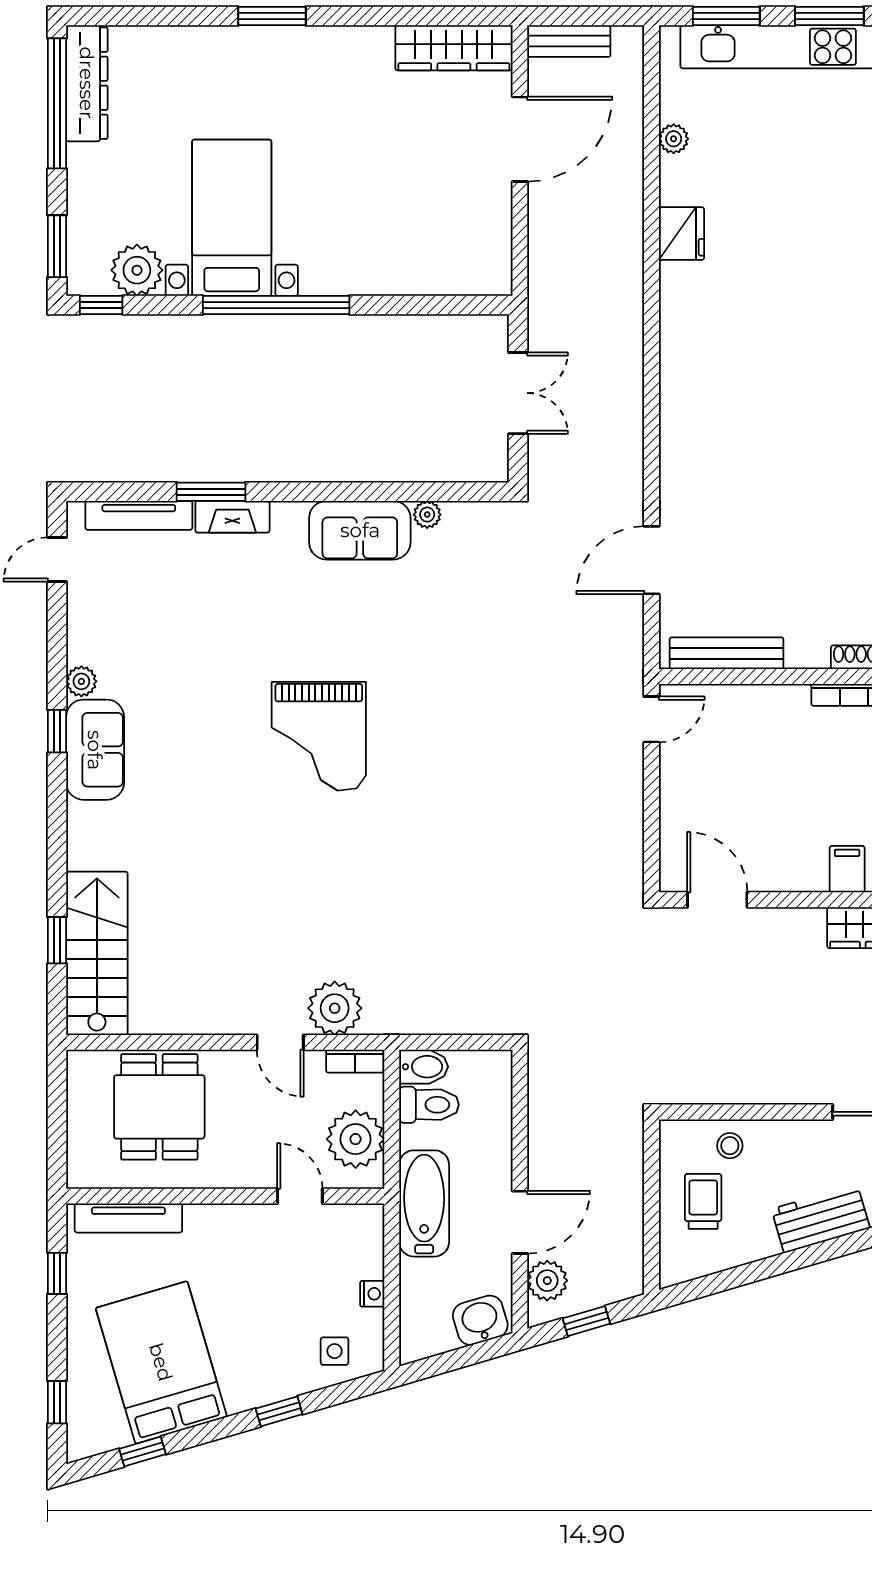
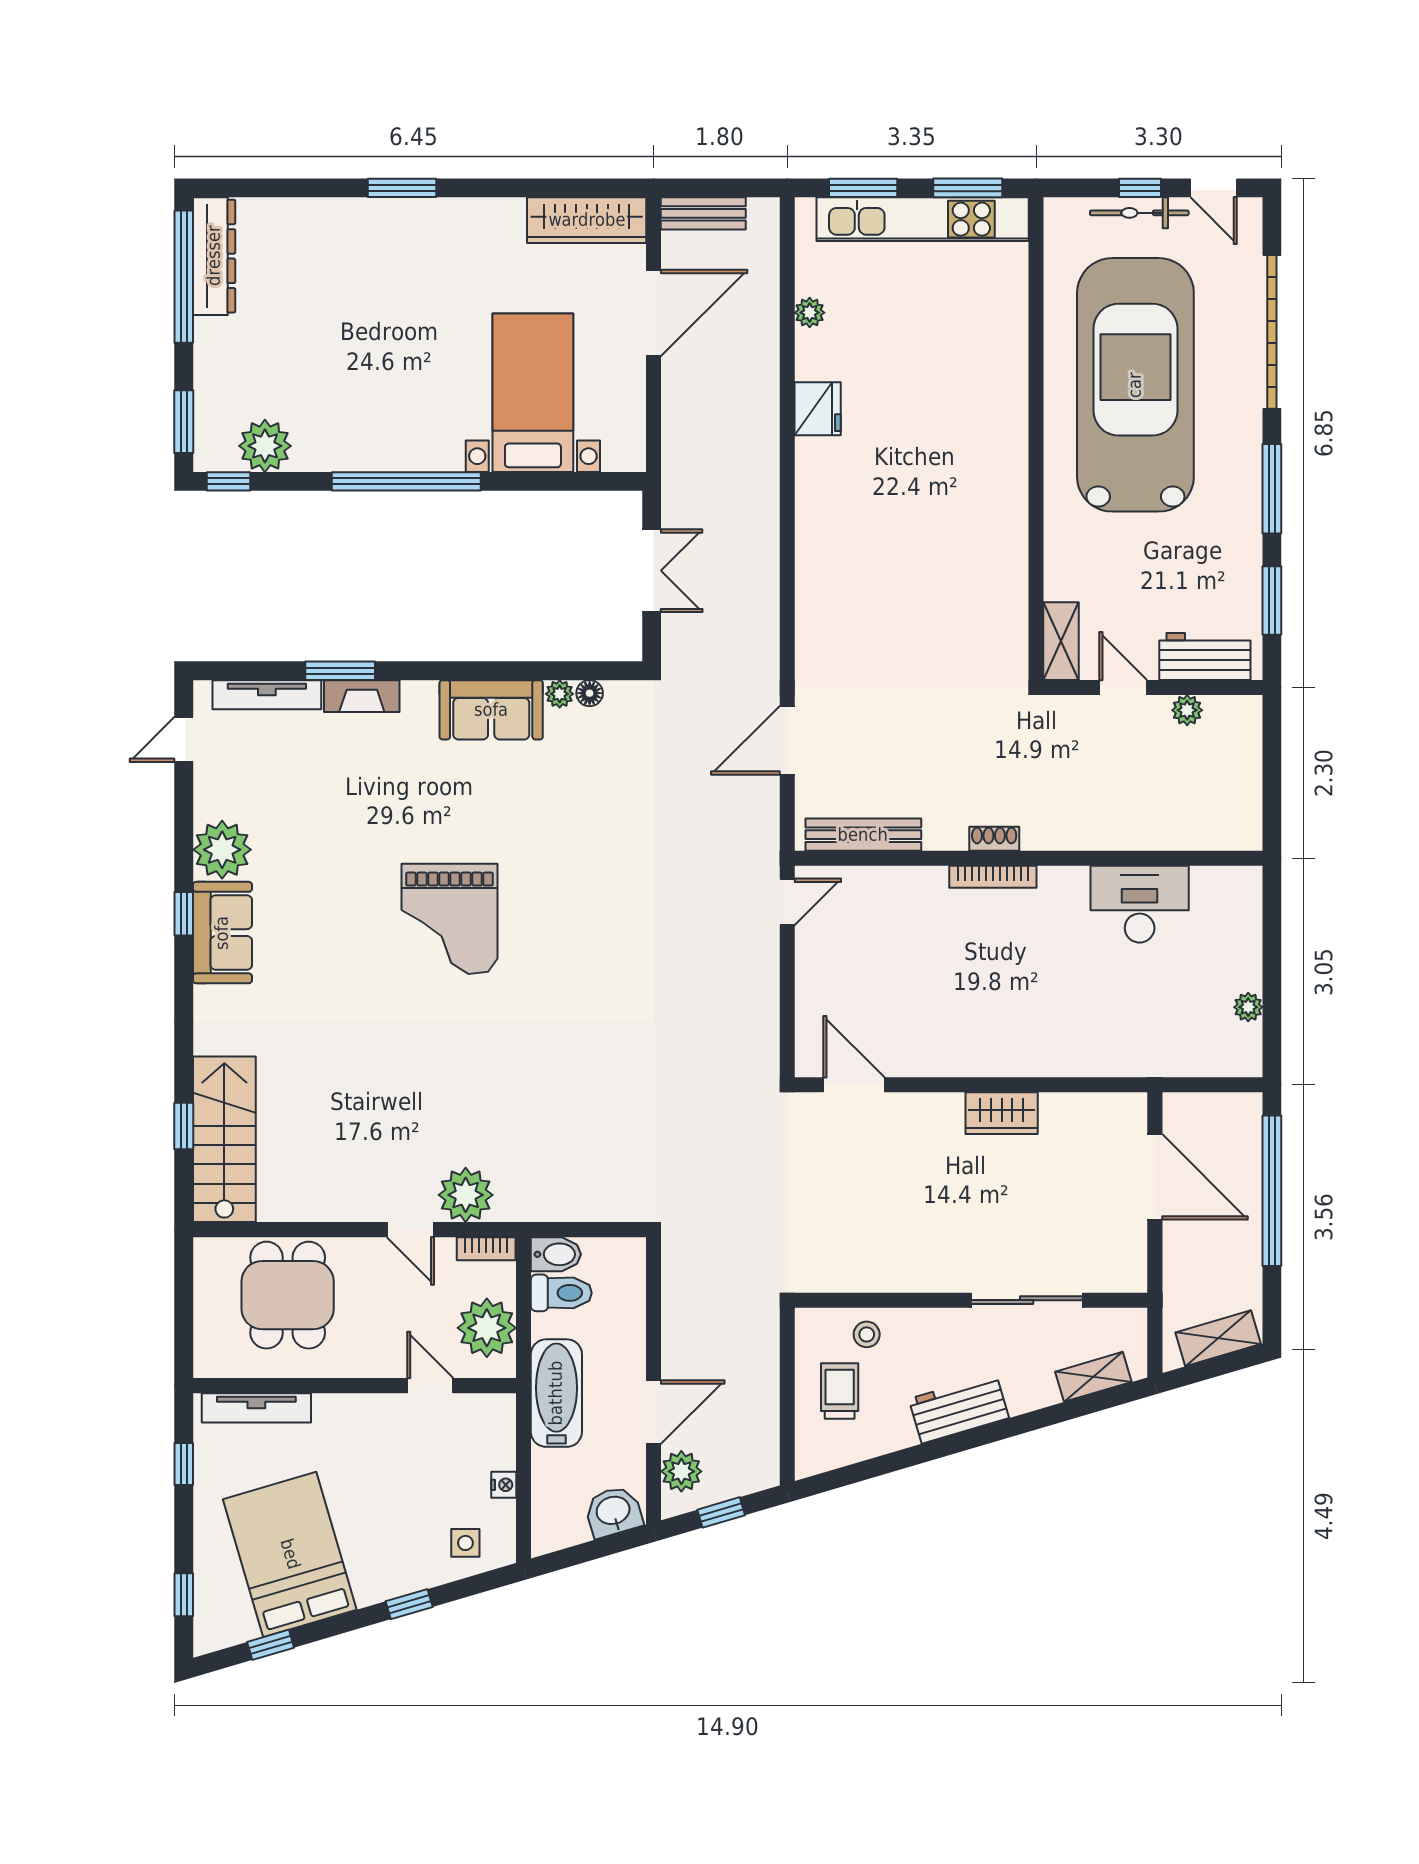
bed with nightstands: (232, 218) -> (533, 393), moved
floor lamp: (457, 514) -> (590, 693), added
plant: (81, 681) -> (222, 850), width x1.88, depth x1.88
filing cabinet: (847, 869) -> (986, 1054), removed

